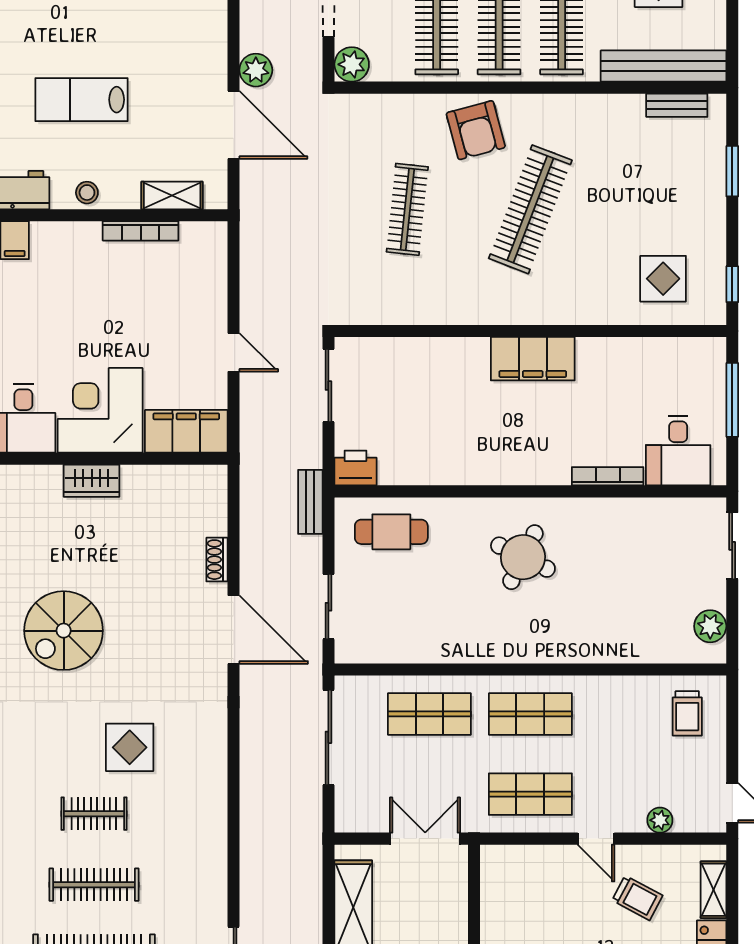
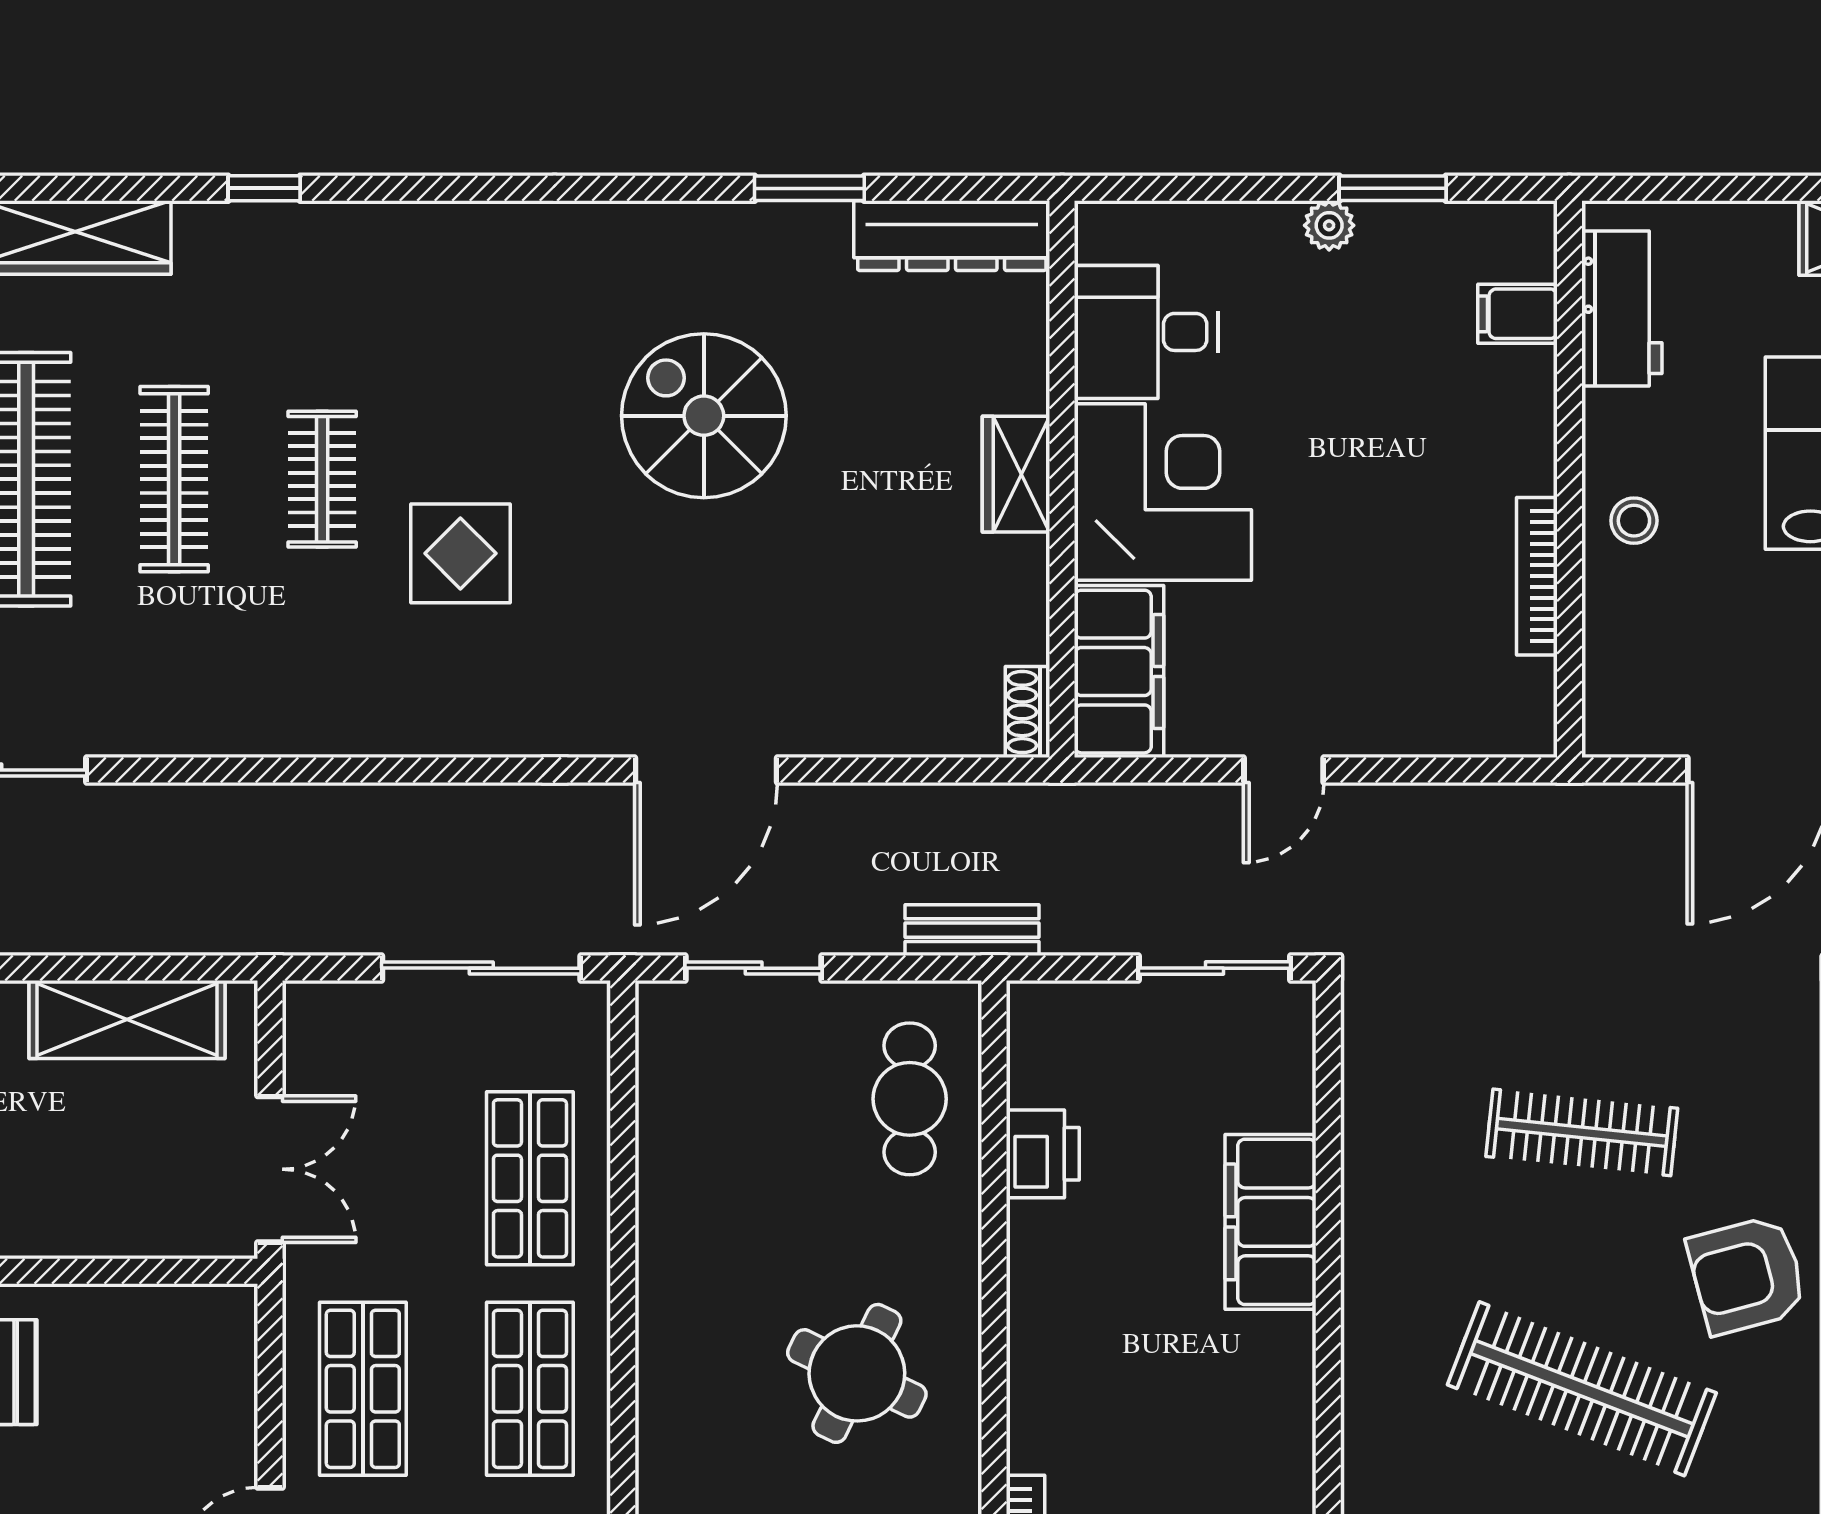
stool: (87, 193) -> (1634, 521), moved
shelving: (172, 196) -> (1611, 642), removed
filing cabinet: (533, 359) -> (1270, 1222), moved
printer: (356, 468) -> (1043, 1154), moved
shoe rack: (217, 560) -> (1028, 712), moved, turned -90

